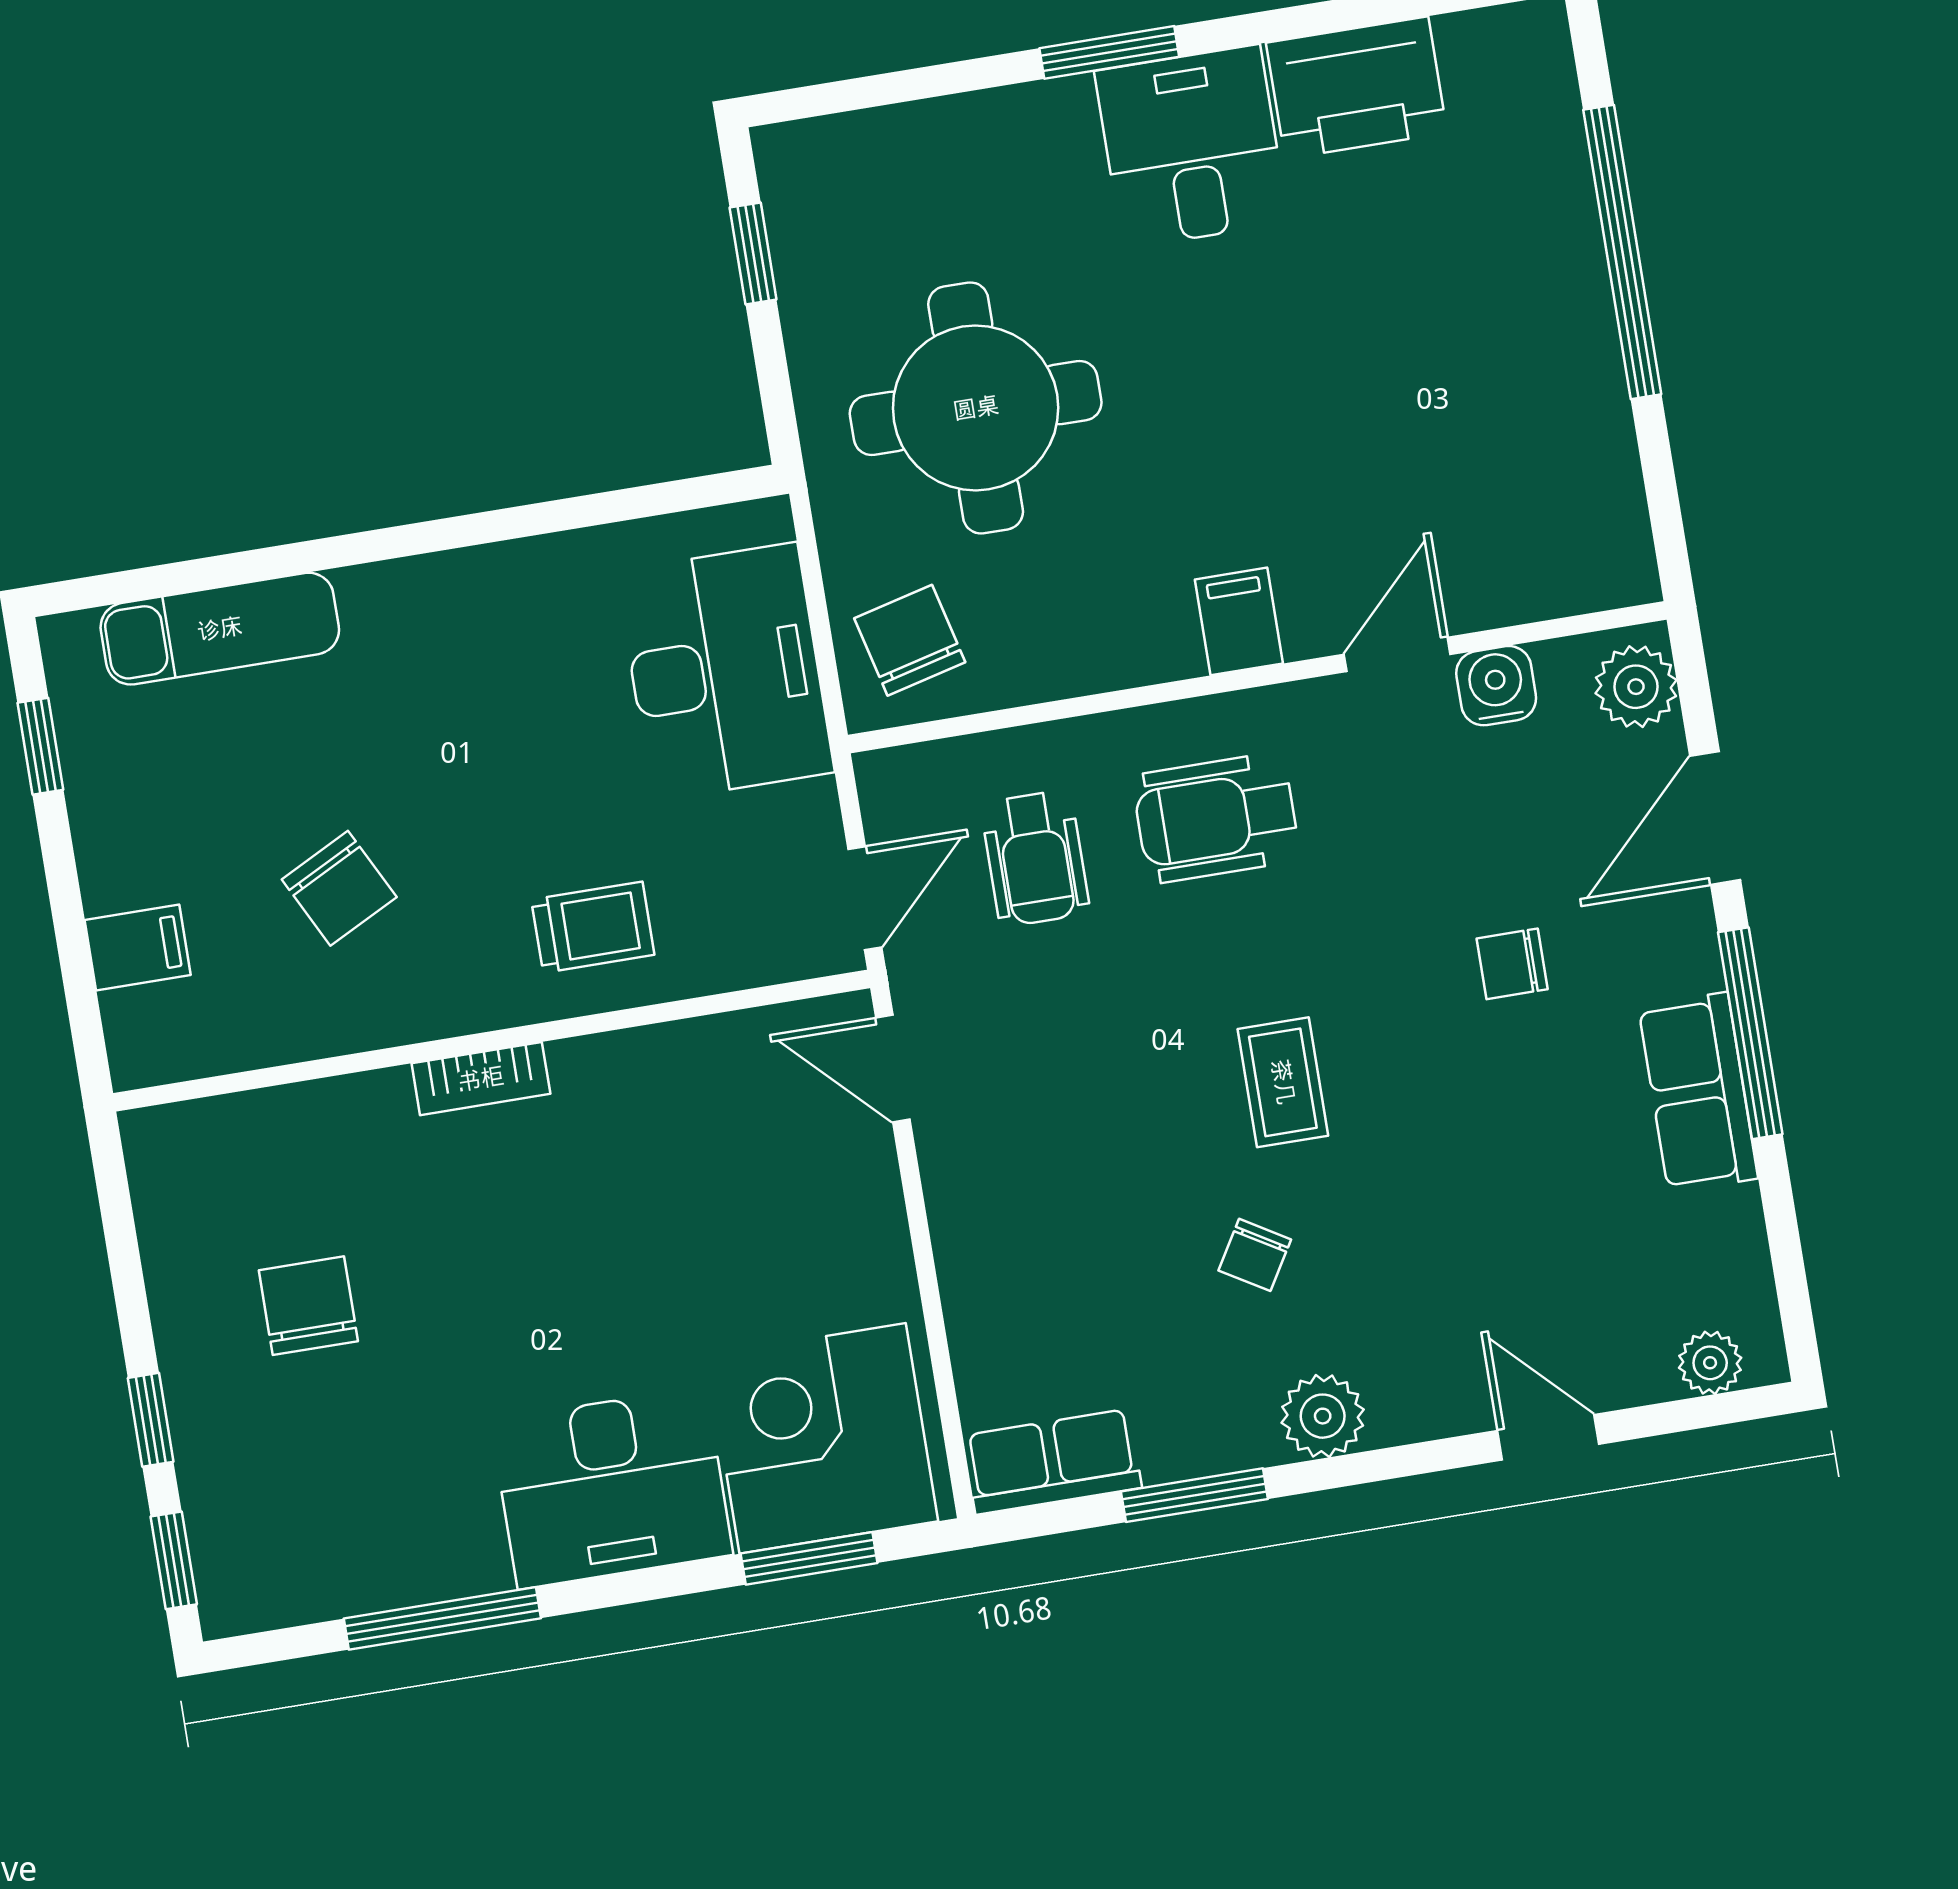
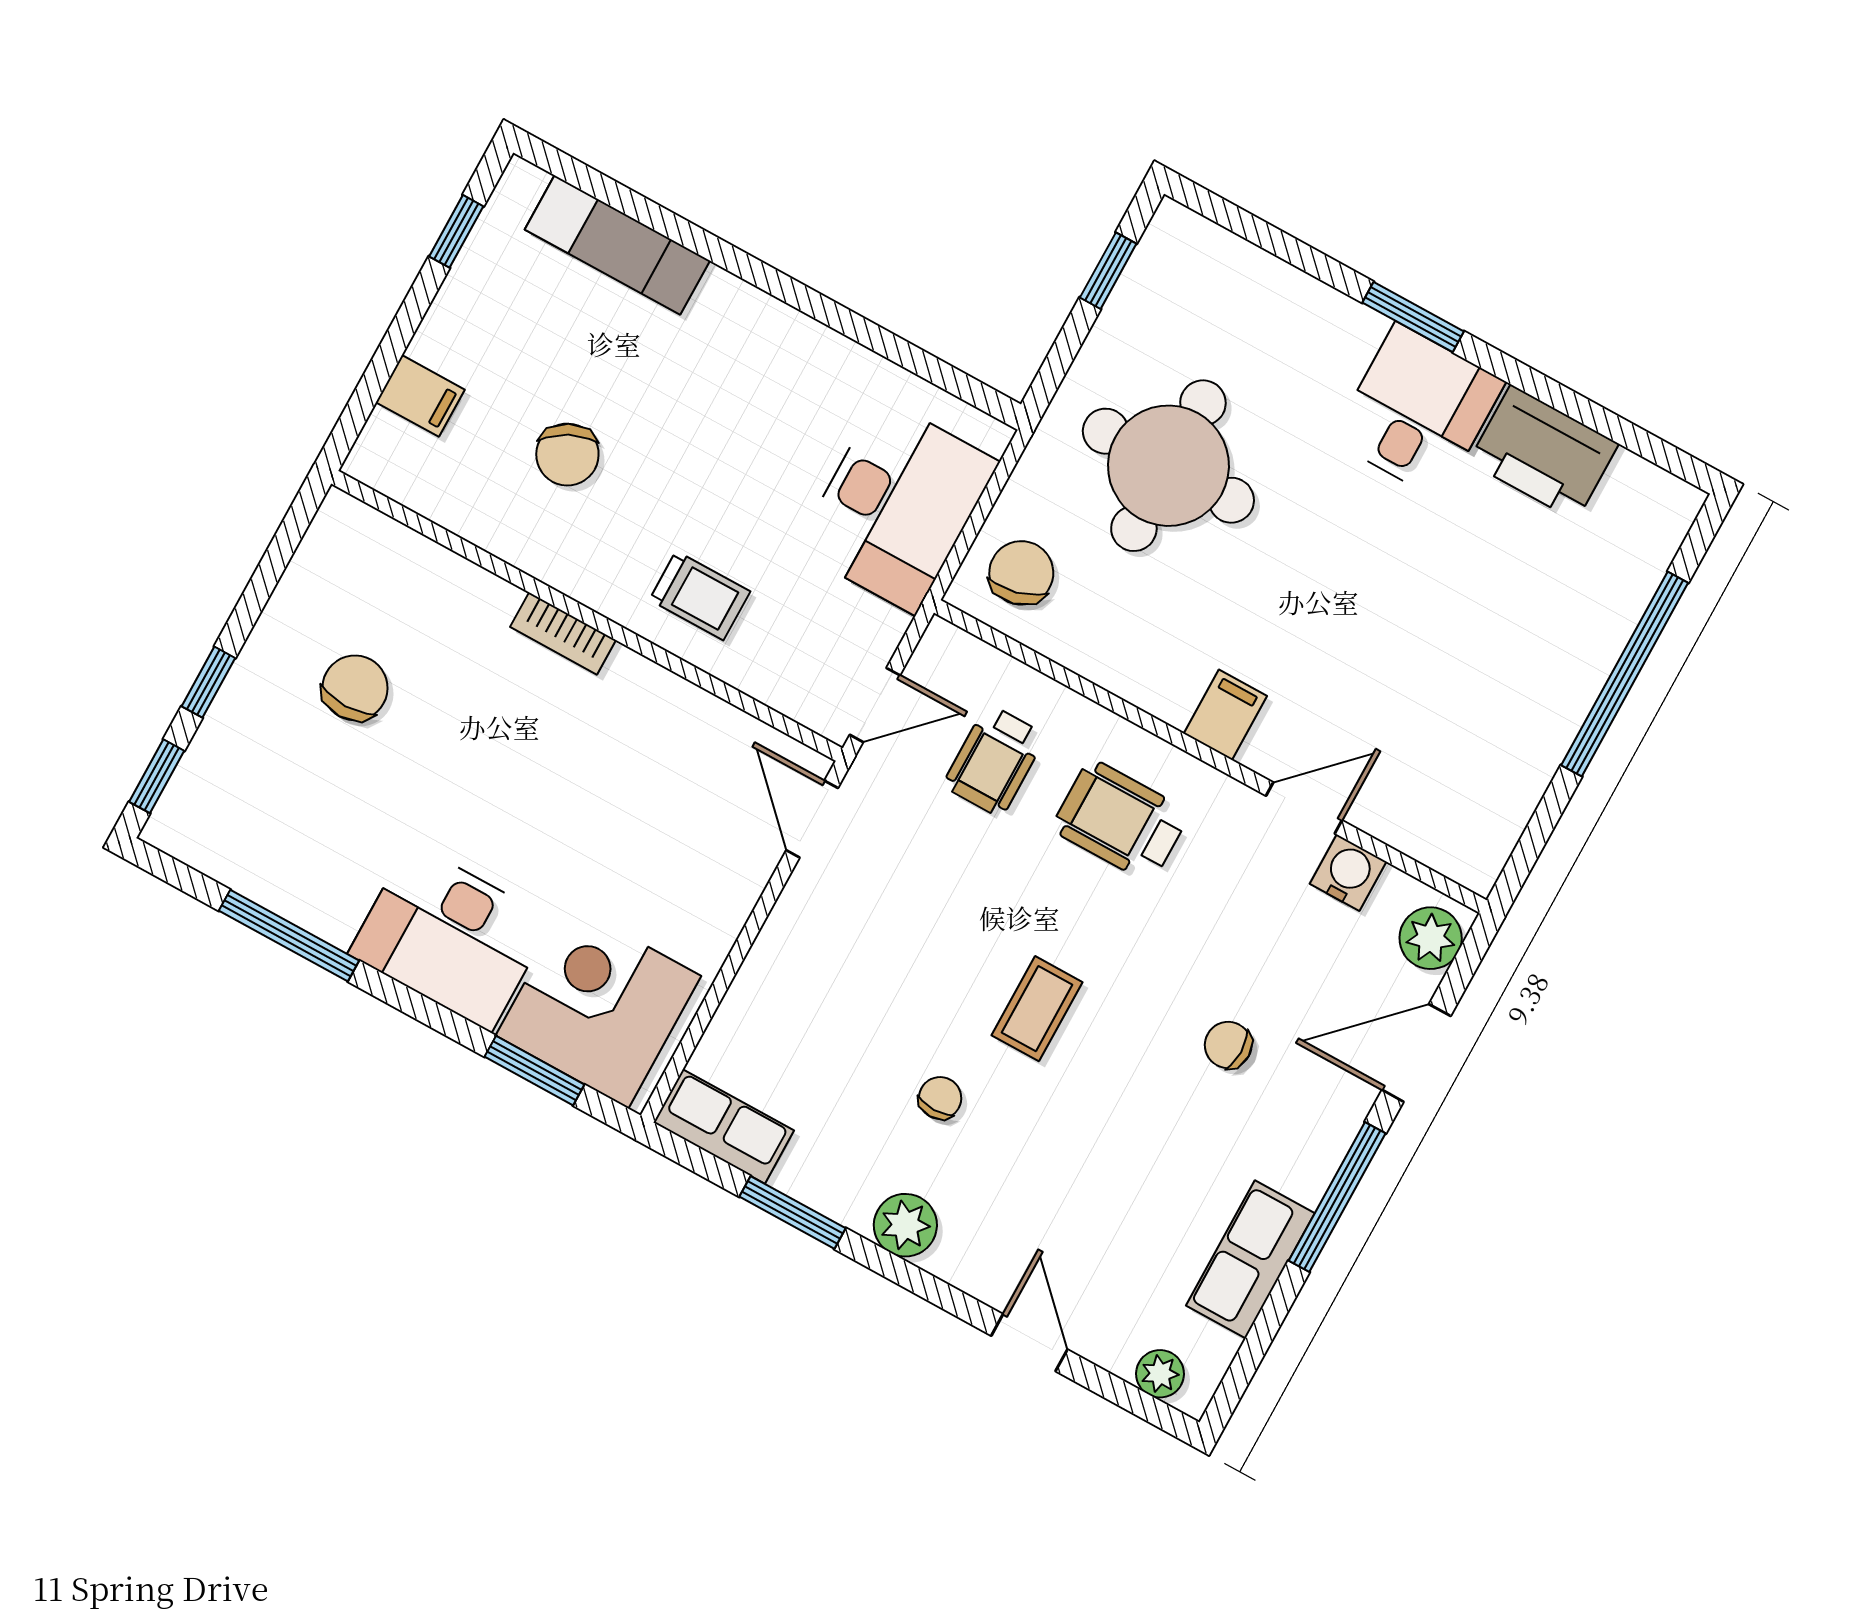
row of seats: (1698, 1092) -> (1250, 1259), moved
chair: (1255, 1255) -> (940, 1098), turned 149

